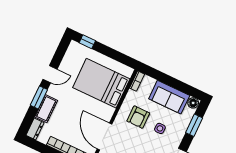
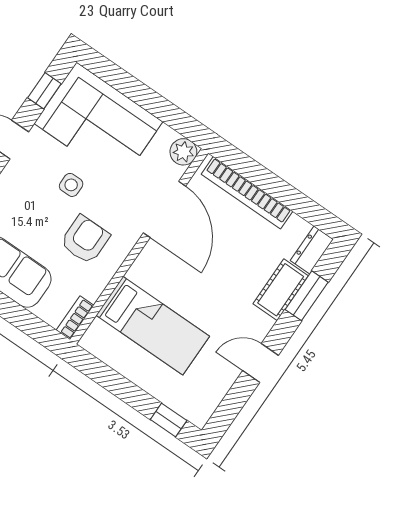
bed: (101, 83) -> (153, 326), width x0.67
window: (39, 97) -> (307, 296), moved
side table: (160, 128) -> (71, 185), moved

